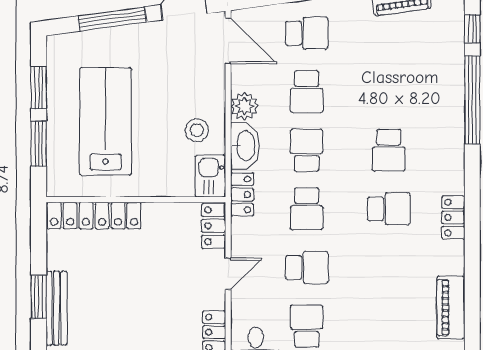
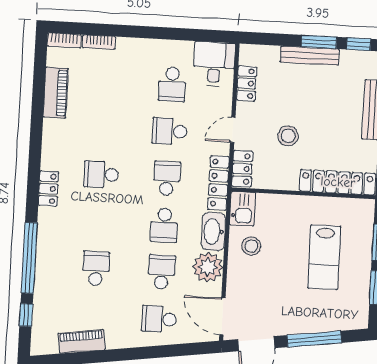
plant: (244, 106) -> (208, 267), width x1.36, depth x1.36
lab bench: (105, 121) -> (324, 257), width x0.73, depth x0.72
school desk: (389, 150) -> (96, 268), moved
locker: (242, 194) -> (218, 183), width x1.53
locker: (453, 217) -> (48, 189), moved
stool: (159, 270) -> (288, 136), added

